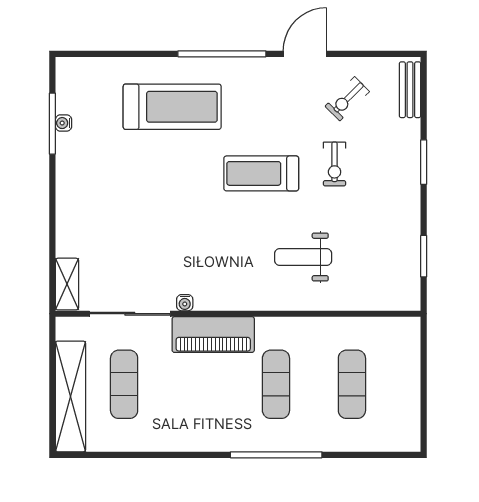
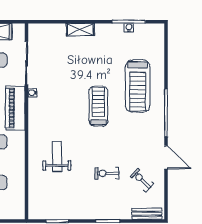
treadmill: (261, 173) -> (98, 106), moved
shelving: (67, 284) -> (80, 29), moved

